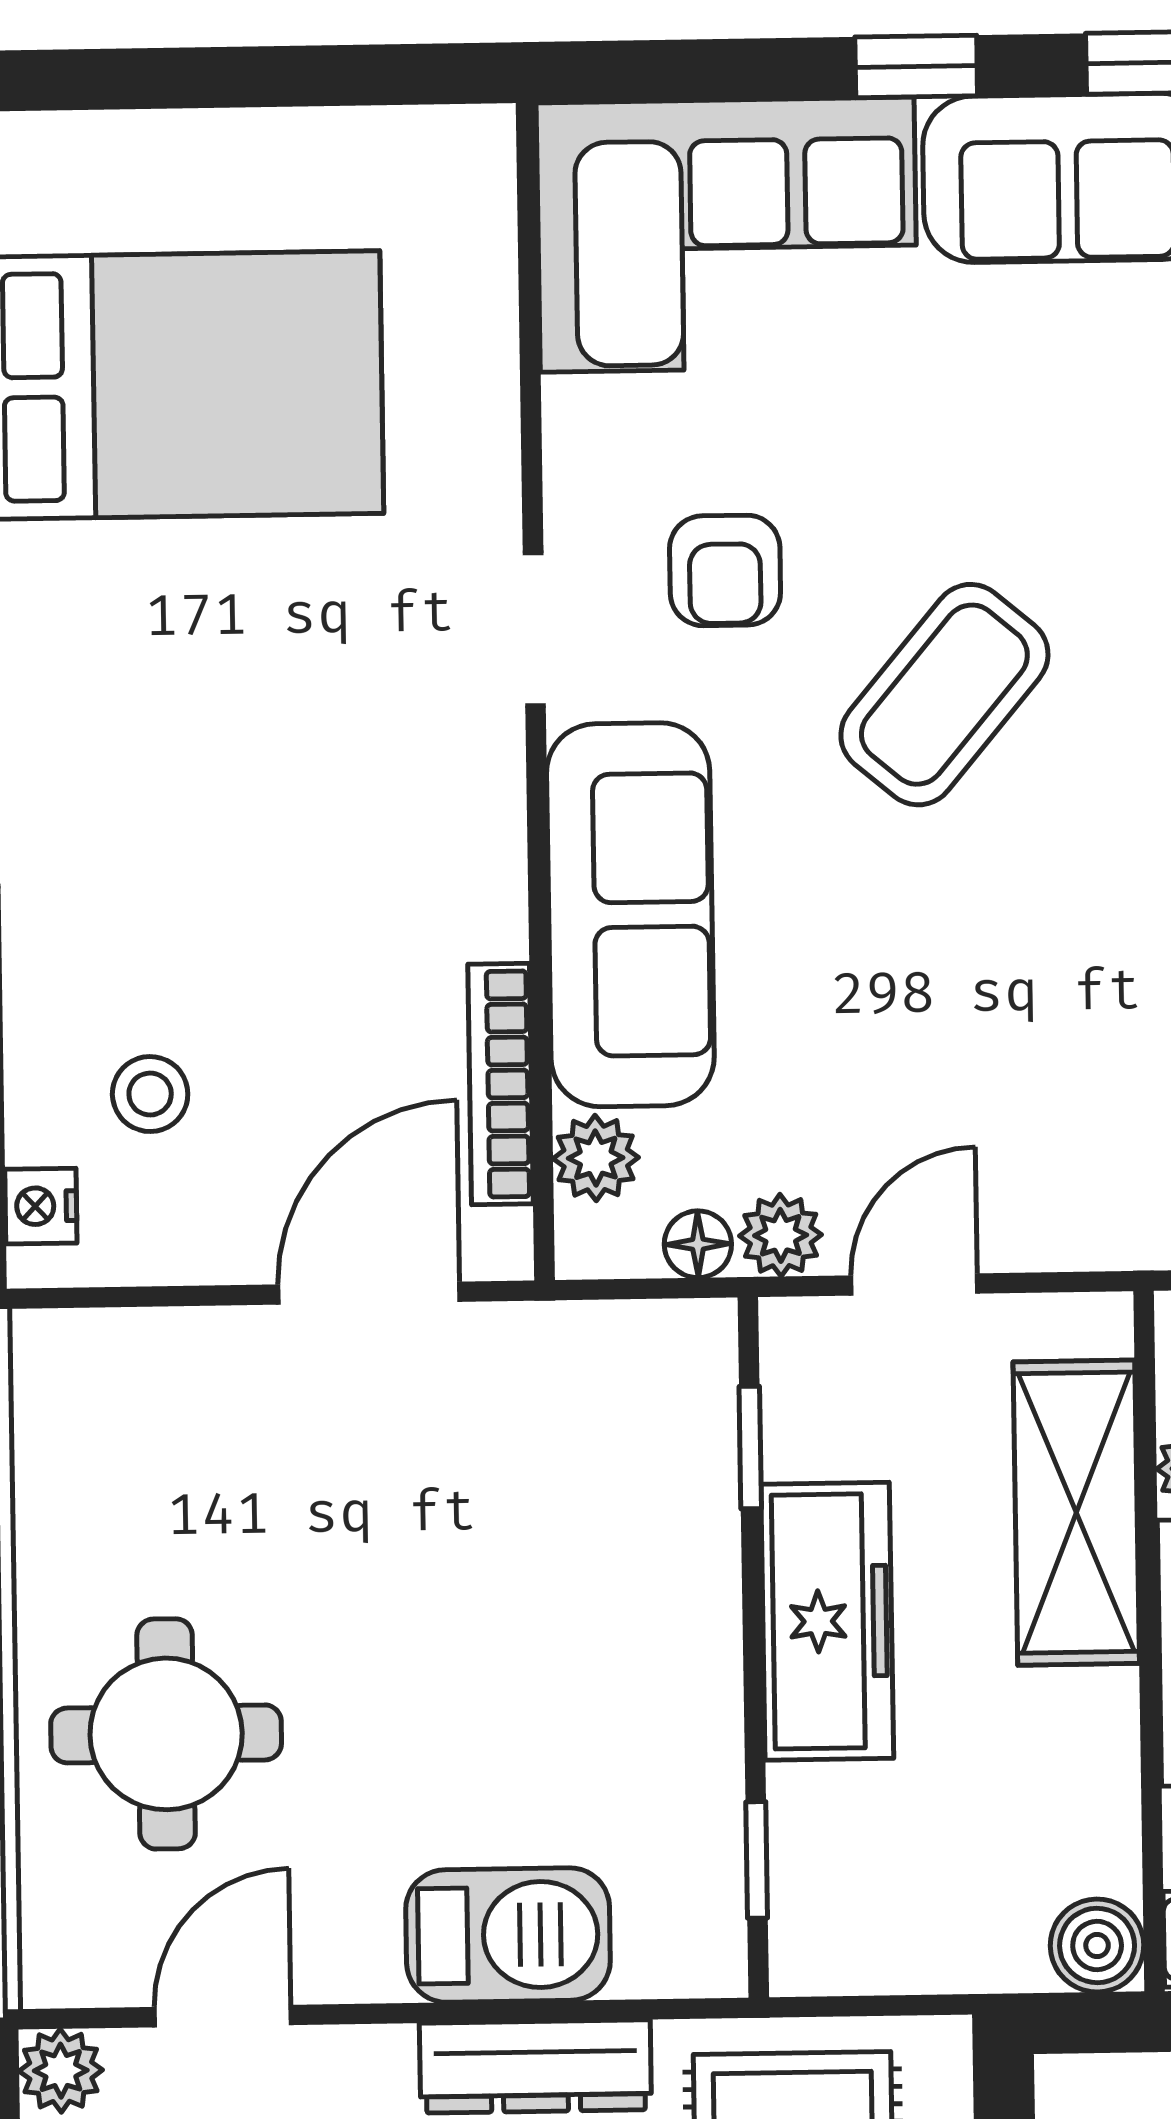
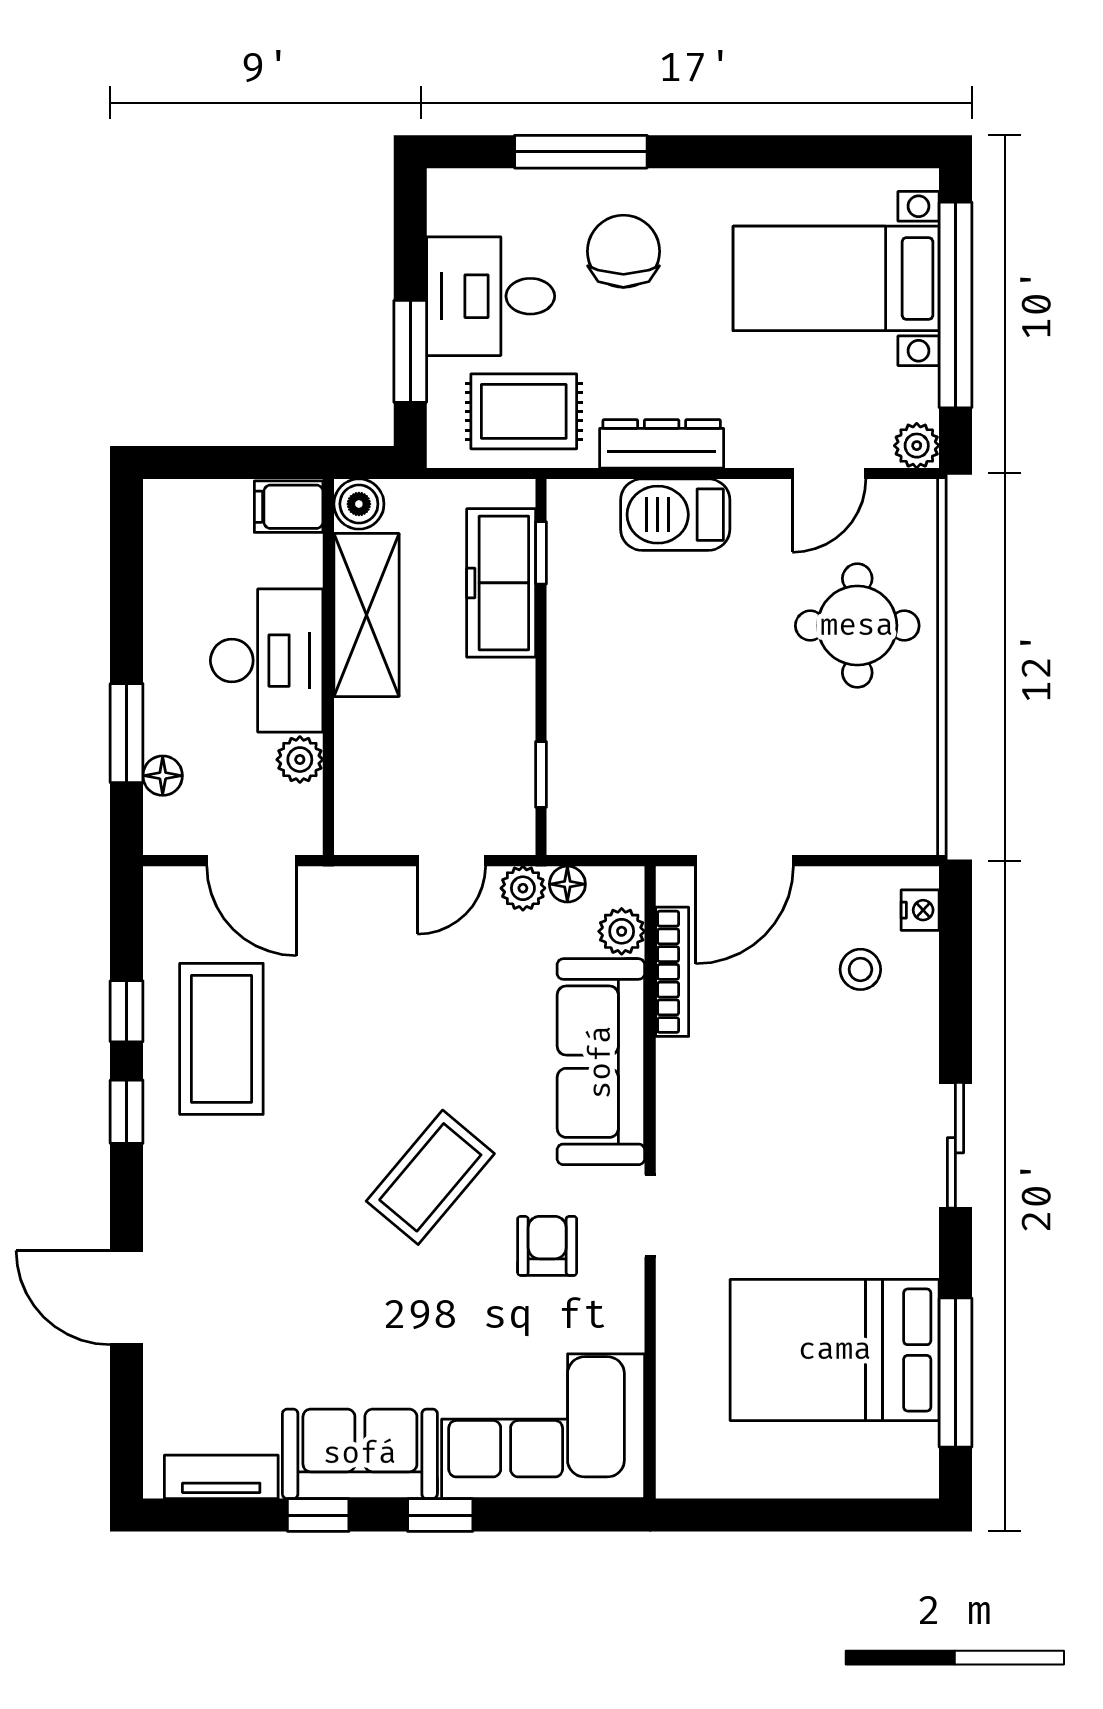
shelving: (1076, 1513) -> (366, 615), moved
freezer: (827, 1621) -> (501, 583), moved

